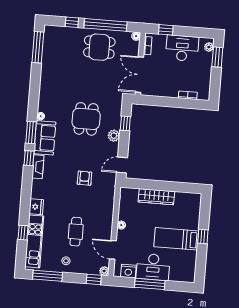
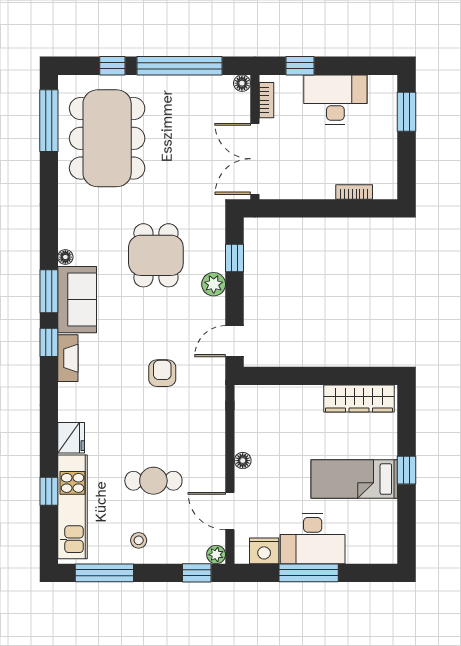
dining table: (99, 47) -> (107, 138), moved, width x1.88, depth x1.24
plant: (209, 47) -> (388, 93), removed
wardrobe: (156, 197) -> (359, 399), moved
cafe table: (76, 232) -> (153, 481), turned 90

